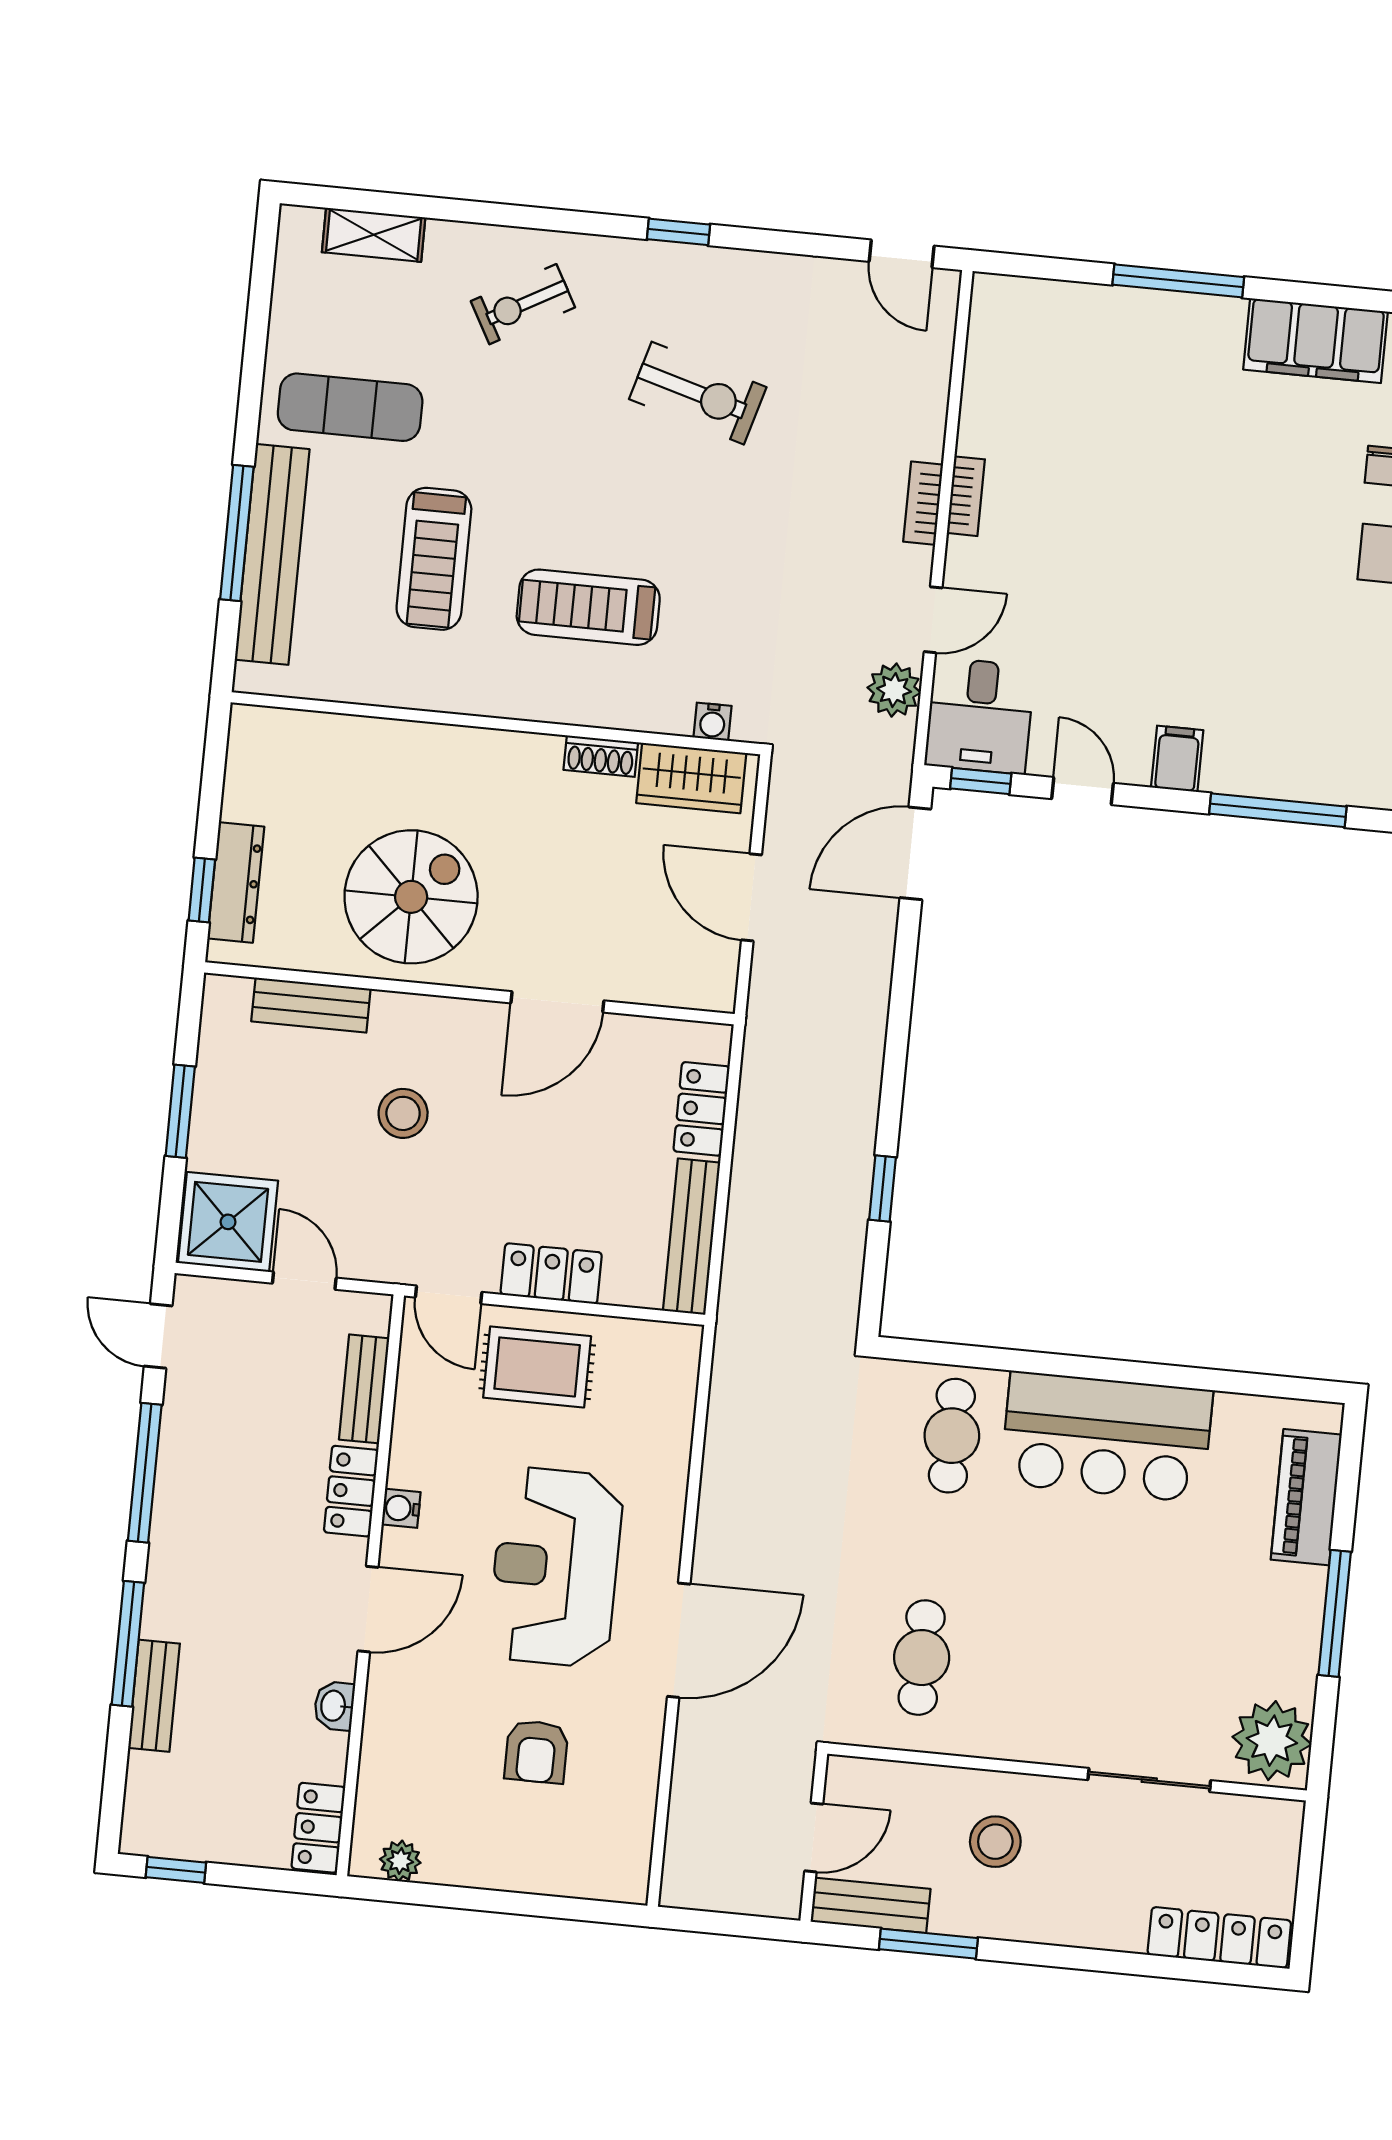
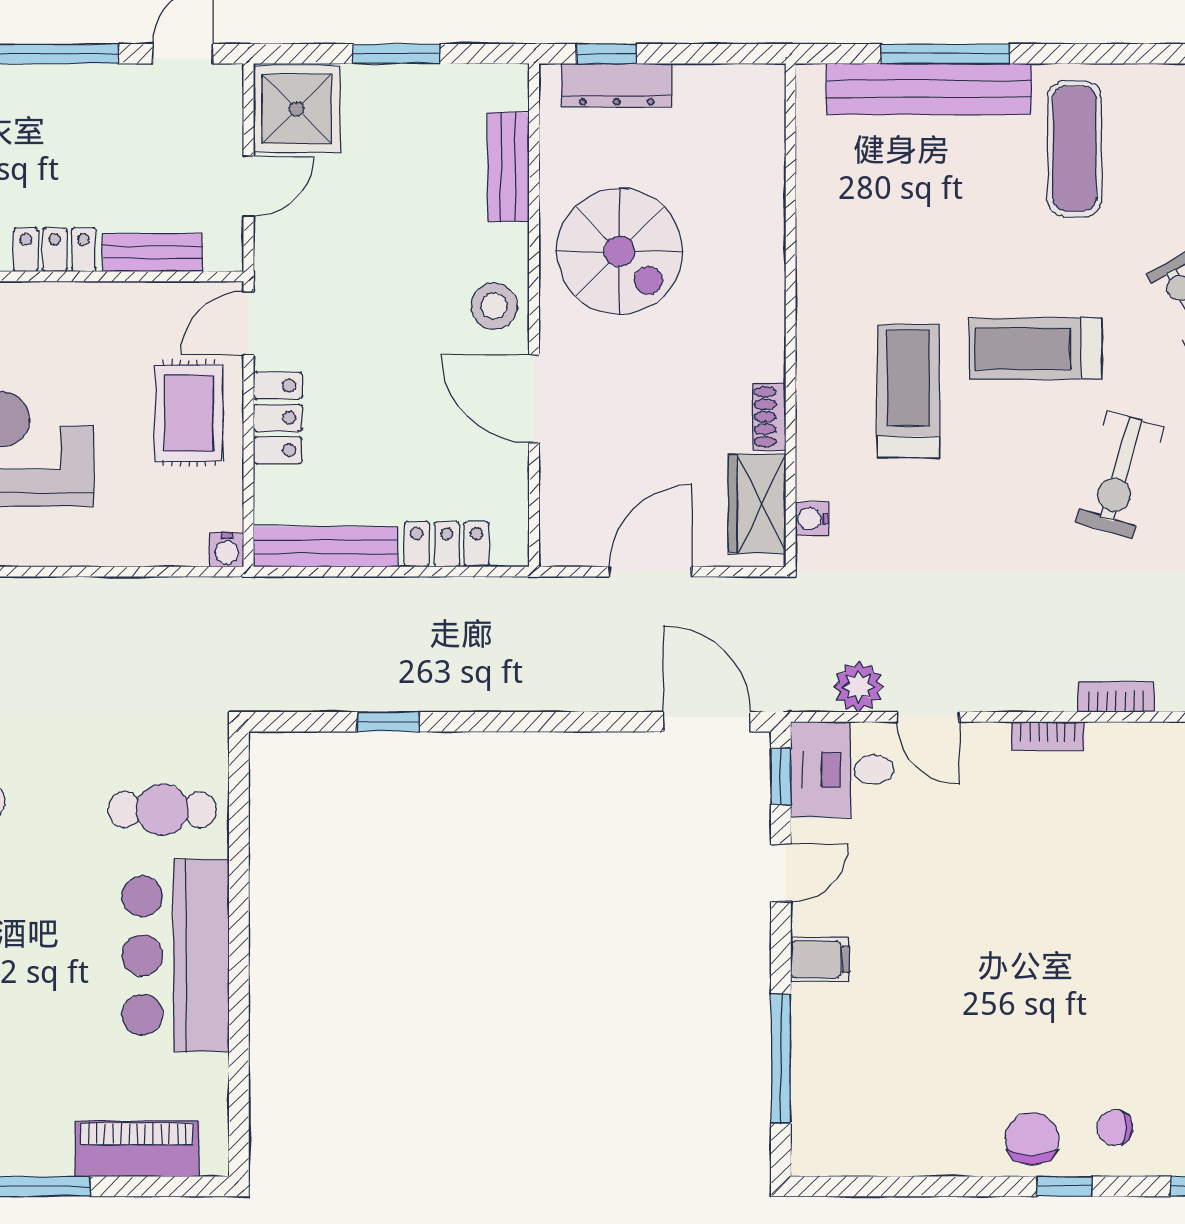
bookcase: (923, 503) -> (1116, 697), moved
treadmill: (434, 559) -> (1036, 349), moved
stool: (403, 1113) -> (494, 306), moved
water cooler: (401, 1508) -> (227, 550), moved, turned 180

